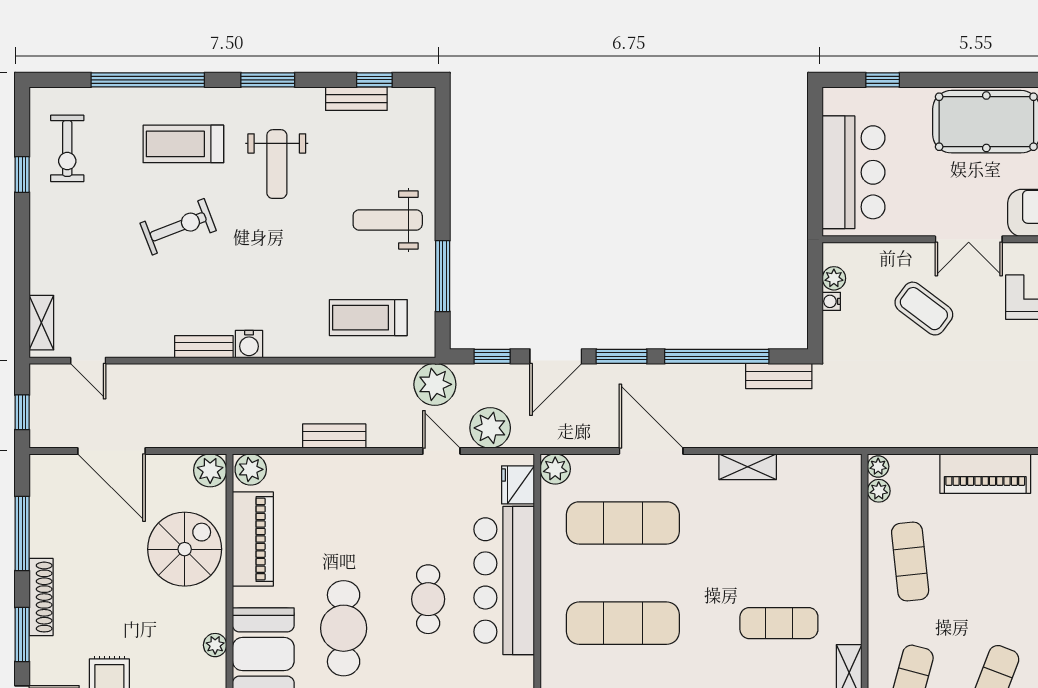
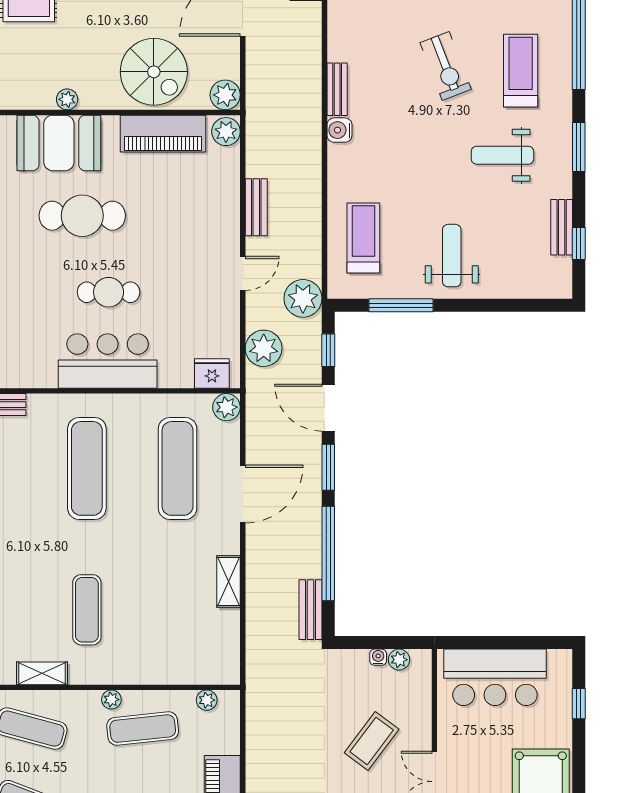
door: (441, 451) -> (243, 273), moved
plant: (878, 467) -> (111, 700), moved
bar counter: (504, 580) -> (108, 361), width x0.73

